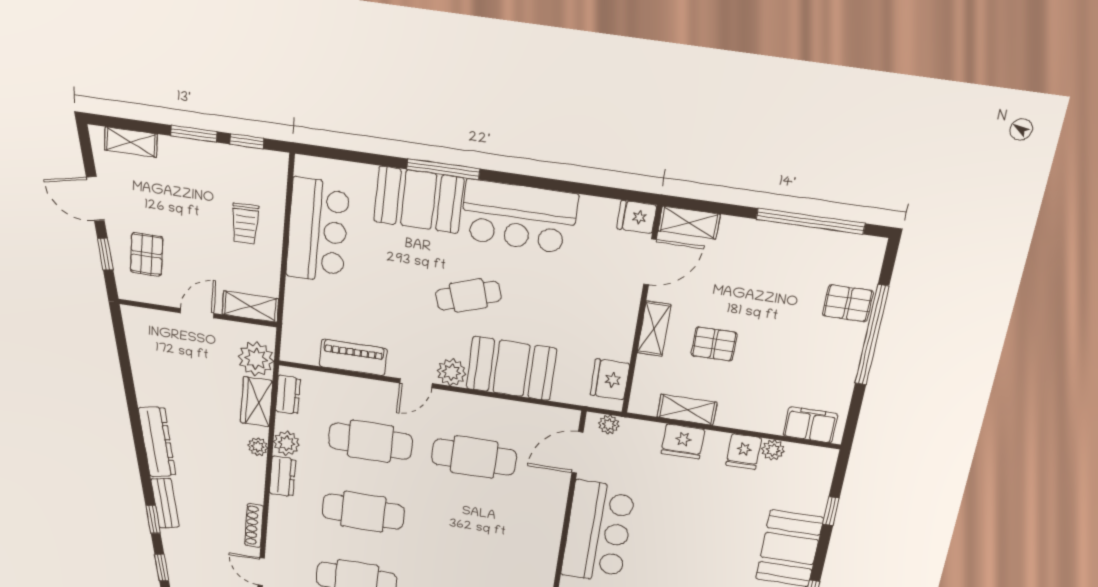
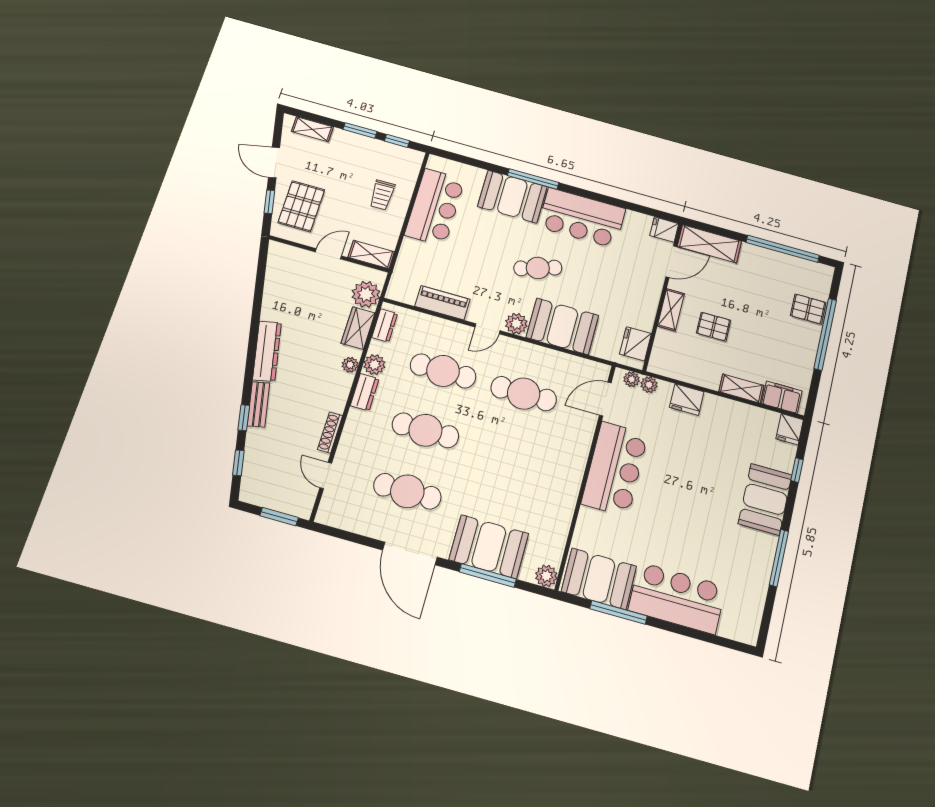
shelving: (689, 223) -> (709, 244), width x1.50, depth x1.33
pallet: (147, 254) -> (301, 206), width x1.50, depth x1.42
shelving: (687, 410) -> (741, 389), moved
plant: (773, 450) -> (649, 385), moved
fridge: (744, 452) -> (790, 429), moved

